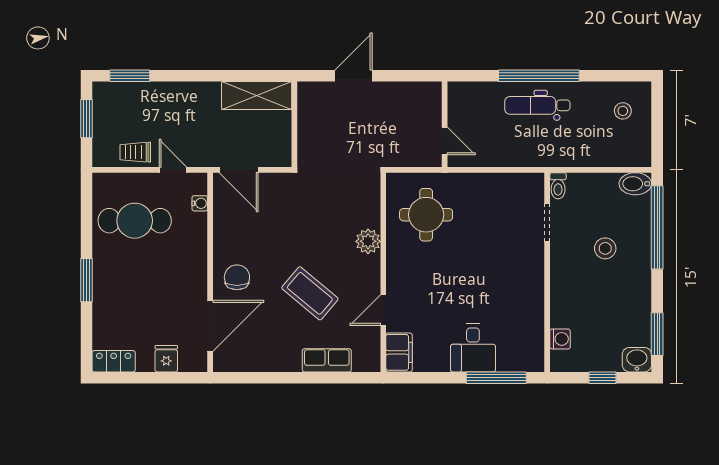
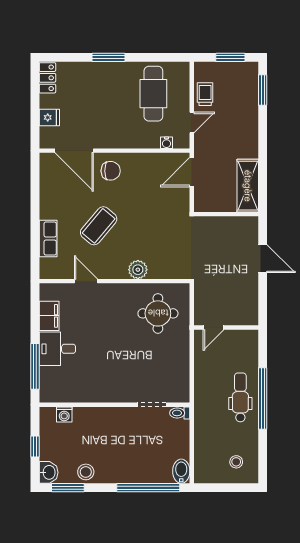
stool: (605, 248) -> (86, 472), moved
filing cabinet: (399, 352) -> (49, 316), moved, turned -90

